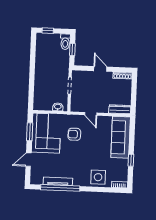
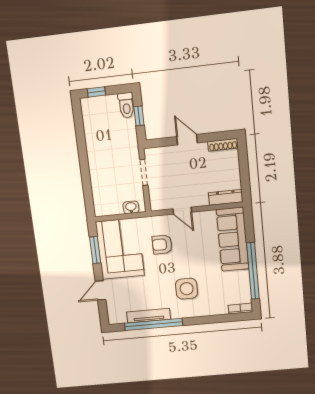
window: (131, 160) -> (253, 271), width x3.17
side table: (98, 177) -> (187, 289), moved

